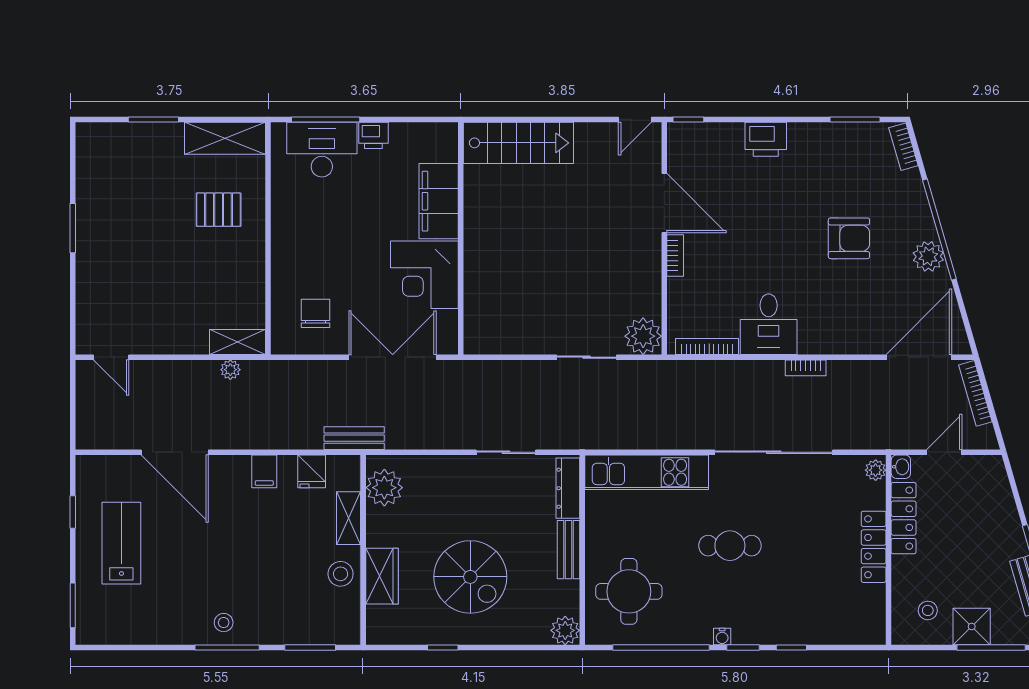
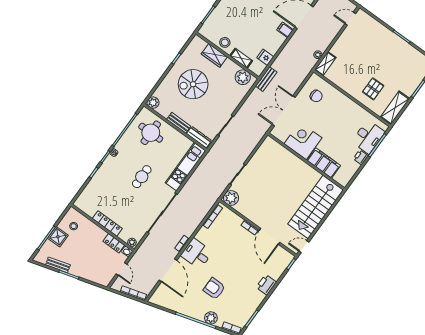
door: (635, 119) -> (304, 247), hinge flipped
stairs: (518, 143) -> (316, 207), width x1.36, depth x1.51
door: (664, 203) -> (270, 236), hinge flipped
armchair: (849, 238) -> (214, 289), turned 90
plant: (928, 256) -> (211, 318), moved
desk: (769, 324) -> (197, 254), moved
double door: (393, 357) -> (284, 111), swing flipped
door: (919, 357) -> (168, 270), moved
filing cabinet: (264, 471) -> (285, 30), moved
locker: (904, 518) -> (114, 243), width x0.66

